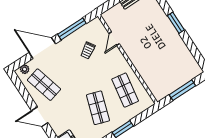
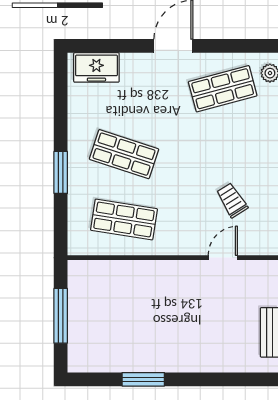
window: (176, 23) -> (143, 379), moved
door: (114, 39) -> (223, 258), hinge flipped

